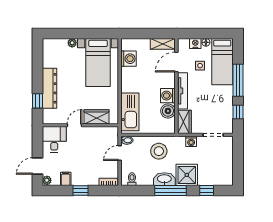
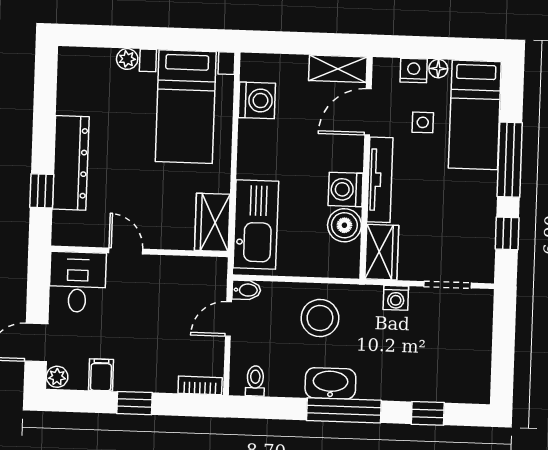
wardrobe: (97, 117) -> (212, 222), moved, turned -90
door: (74, 125) -> (126, 251), hinge flipped
shower: (187, 175) -> (383, 376), removed

